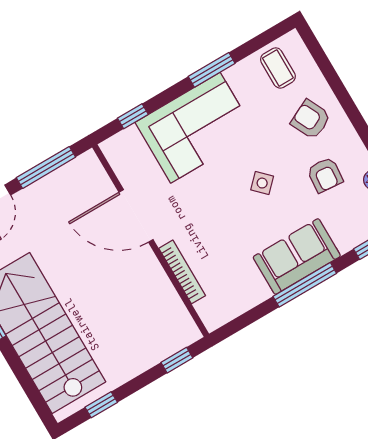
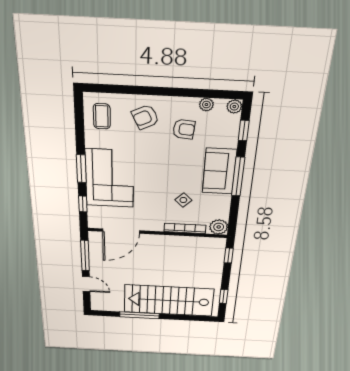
coffee table: (278, 68) -> (102, 116), turned 90
window: (212, 70) -> (81, 169), moved
side table: (262, 183) -> (183, 200), moved
door: (136, 216) -> (121, 231), moved
plant: (214, 314) -> (219, 227), added

